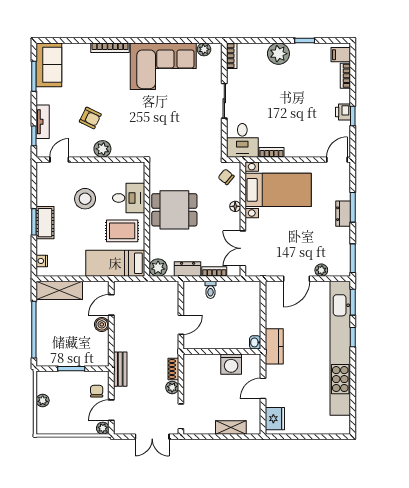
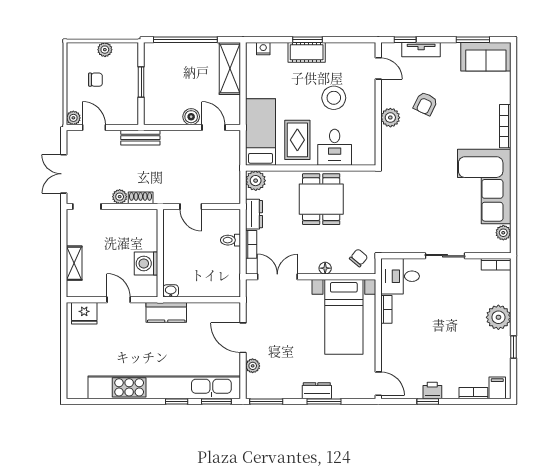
chair: (97, 391) -> (95, 80), moved

